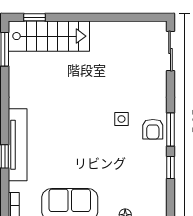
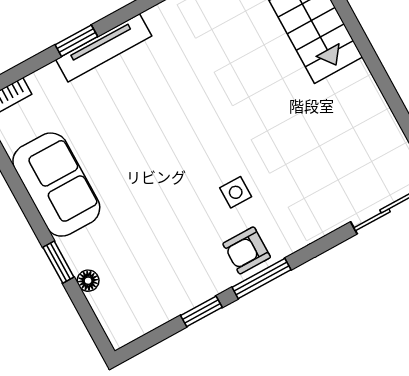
tv unit: (18, 145) -> (104, 48), width x0.73, depth x0.78

